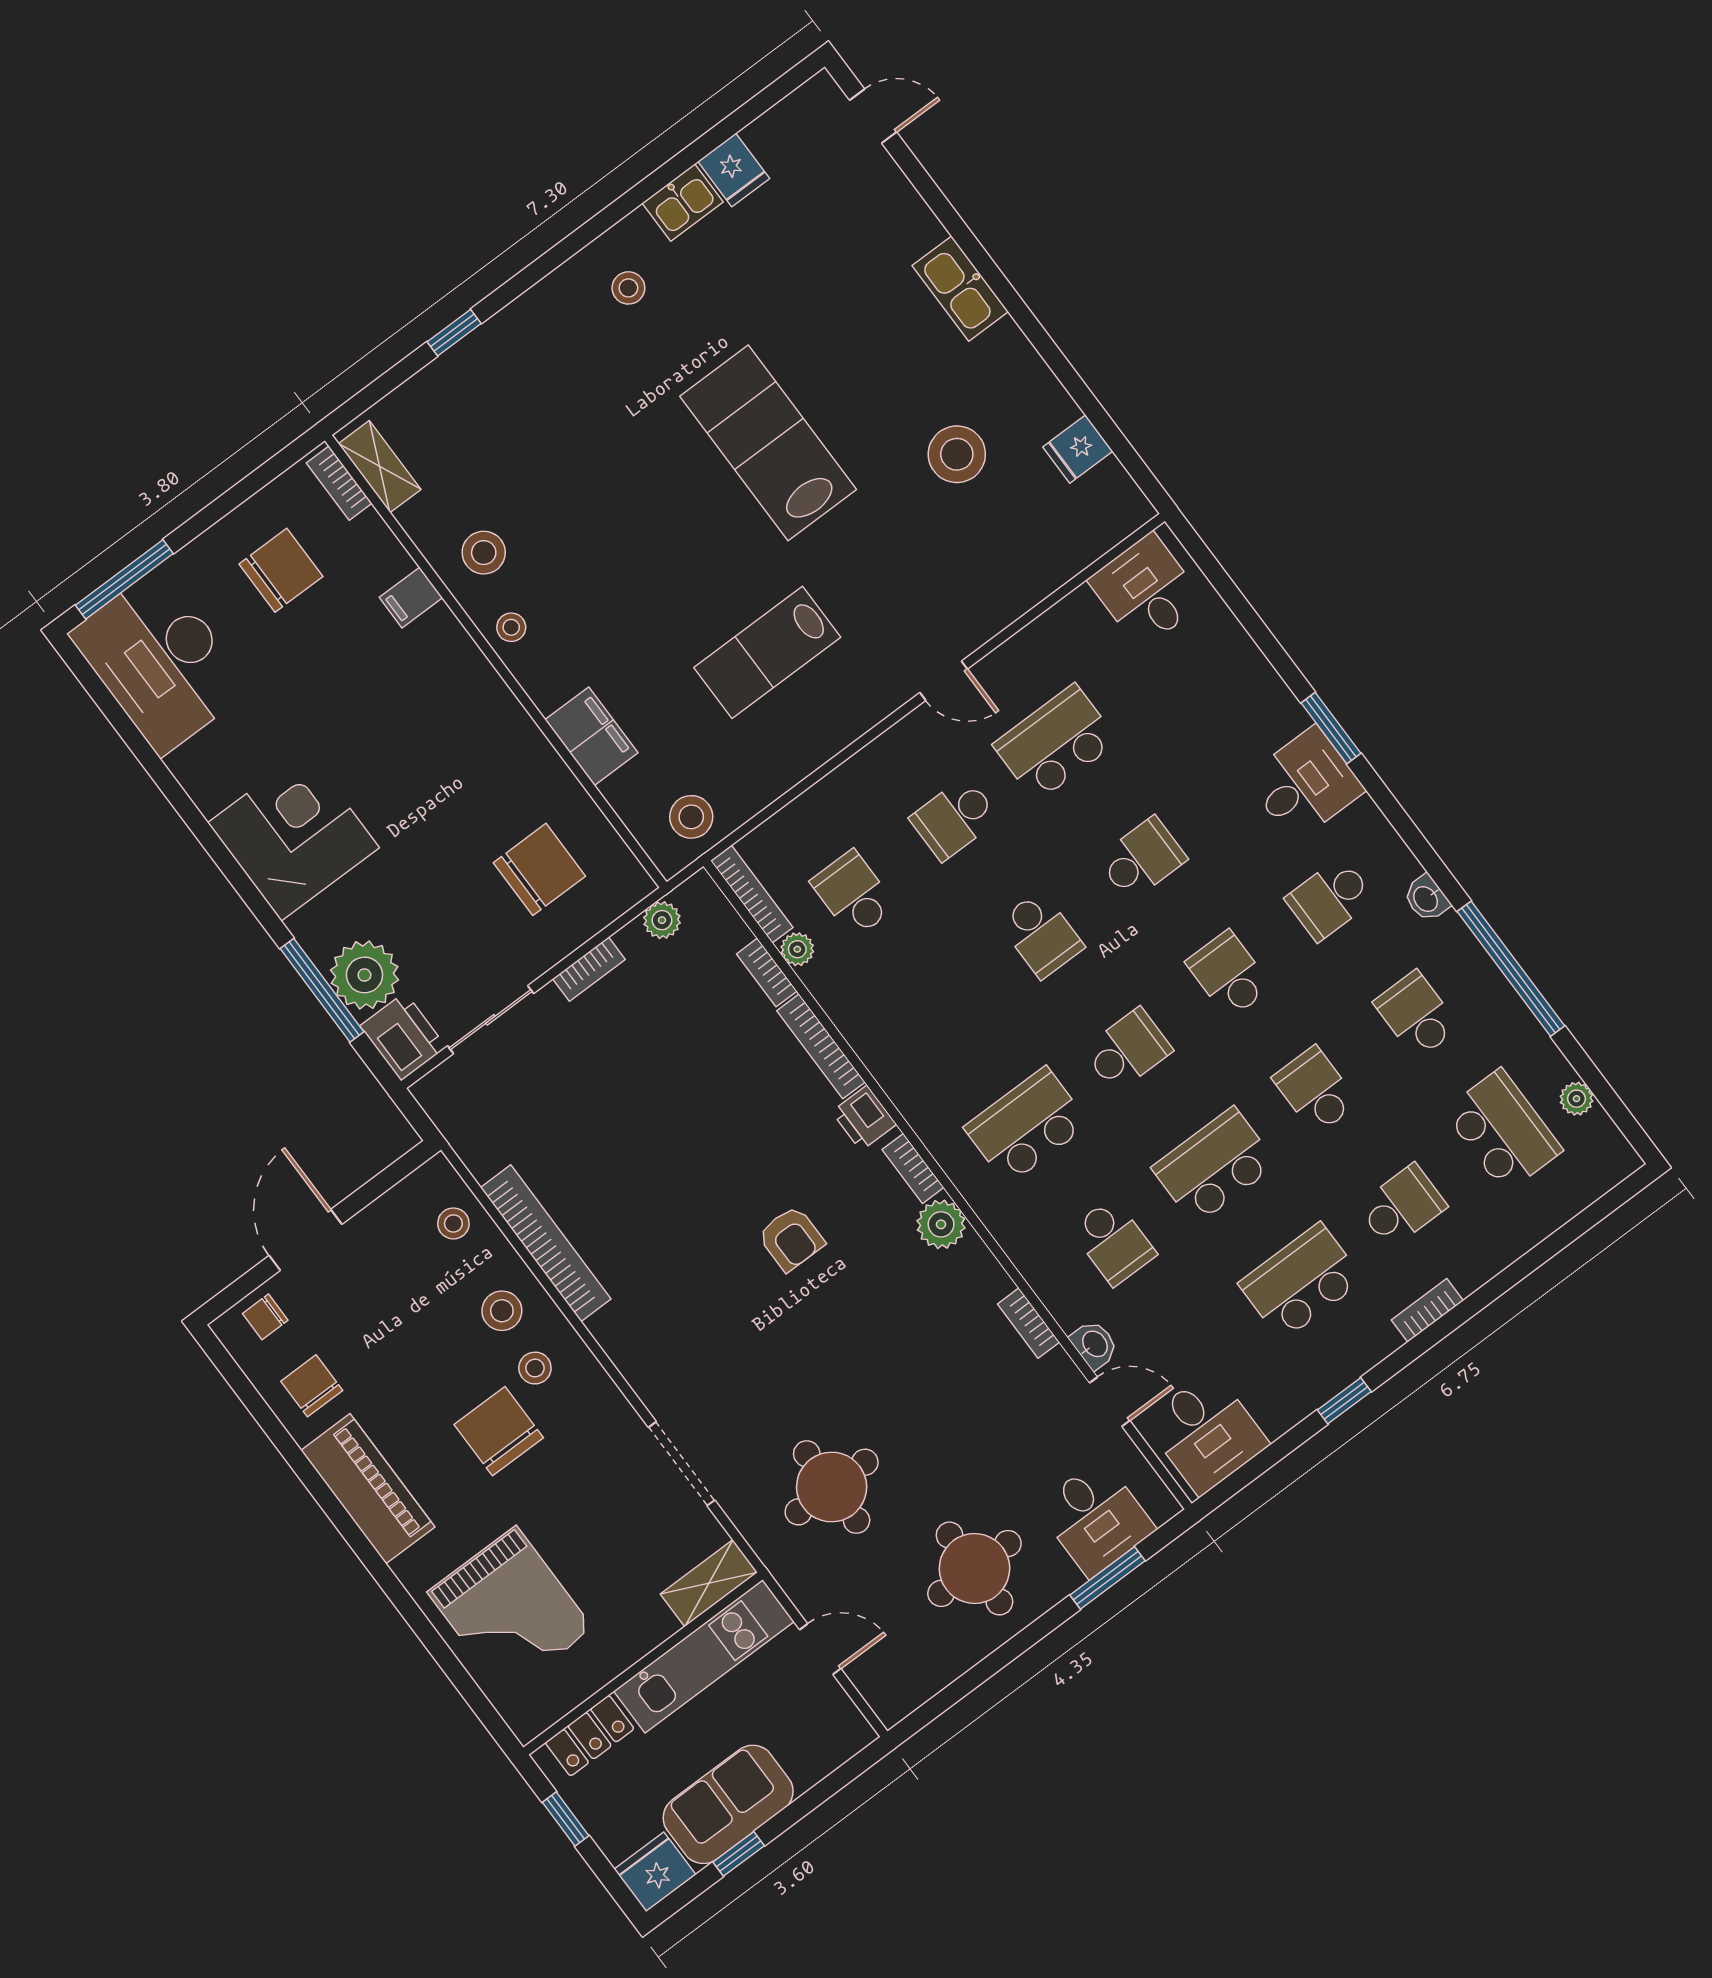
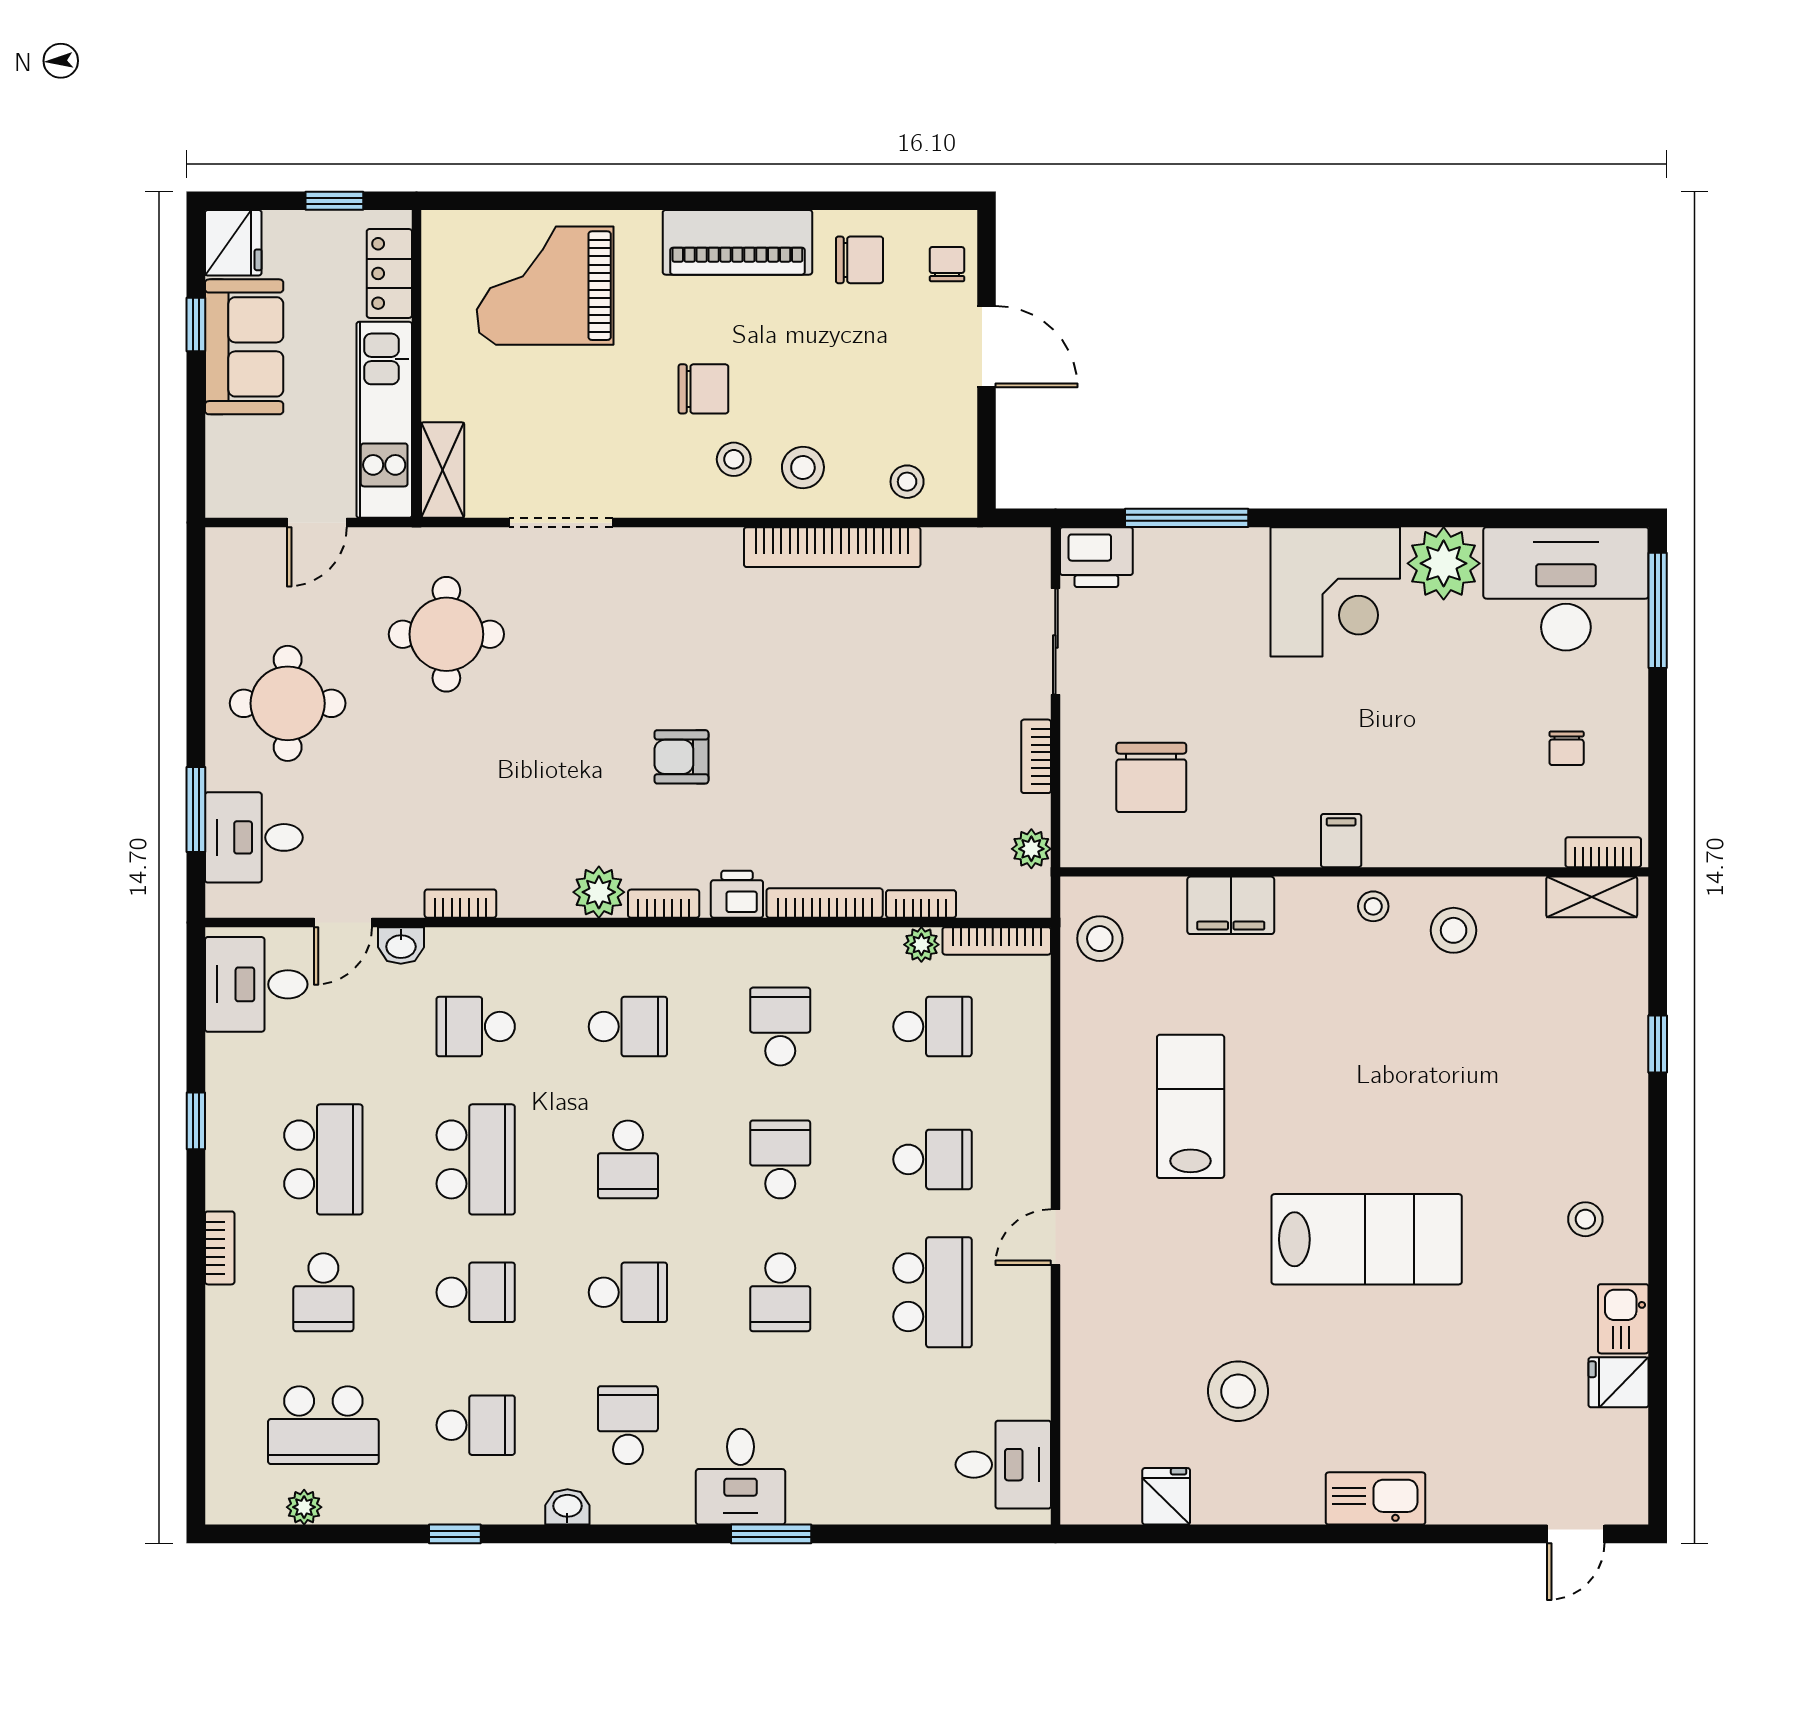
chair: (281, 570) -> (1567, 748), width x0.54, depth x0.54
filing cabinet: (411, 598) -> (1341, 841), moved
school desk: (954, 819) -> (932, 1159), turned 90
school desk: (1041, 934) -> (780, 1159), turned 90
window: (1511, 969) -> (455, 1534), width x0.32
plant: (364, 975) -> (1444, 563), moved
school desk: (940, 1010) -> (780, 1027), added
school desk: (1027, 1126) -> (628, 1027), width x0.54
chair: (499, 1431) -> (703, 389), width x0.73, depth x0.73

